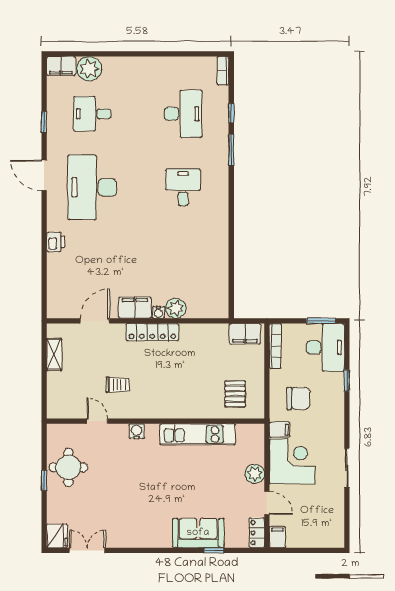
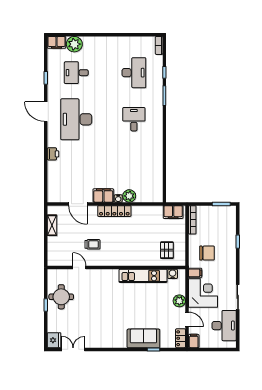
door: (95, 321) -> (78, 204), swing flipped
desk: (325, 347) -> (224, 326), moved
water cooler: (137, 431) -> (173, 274), moved

